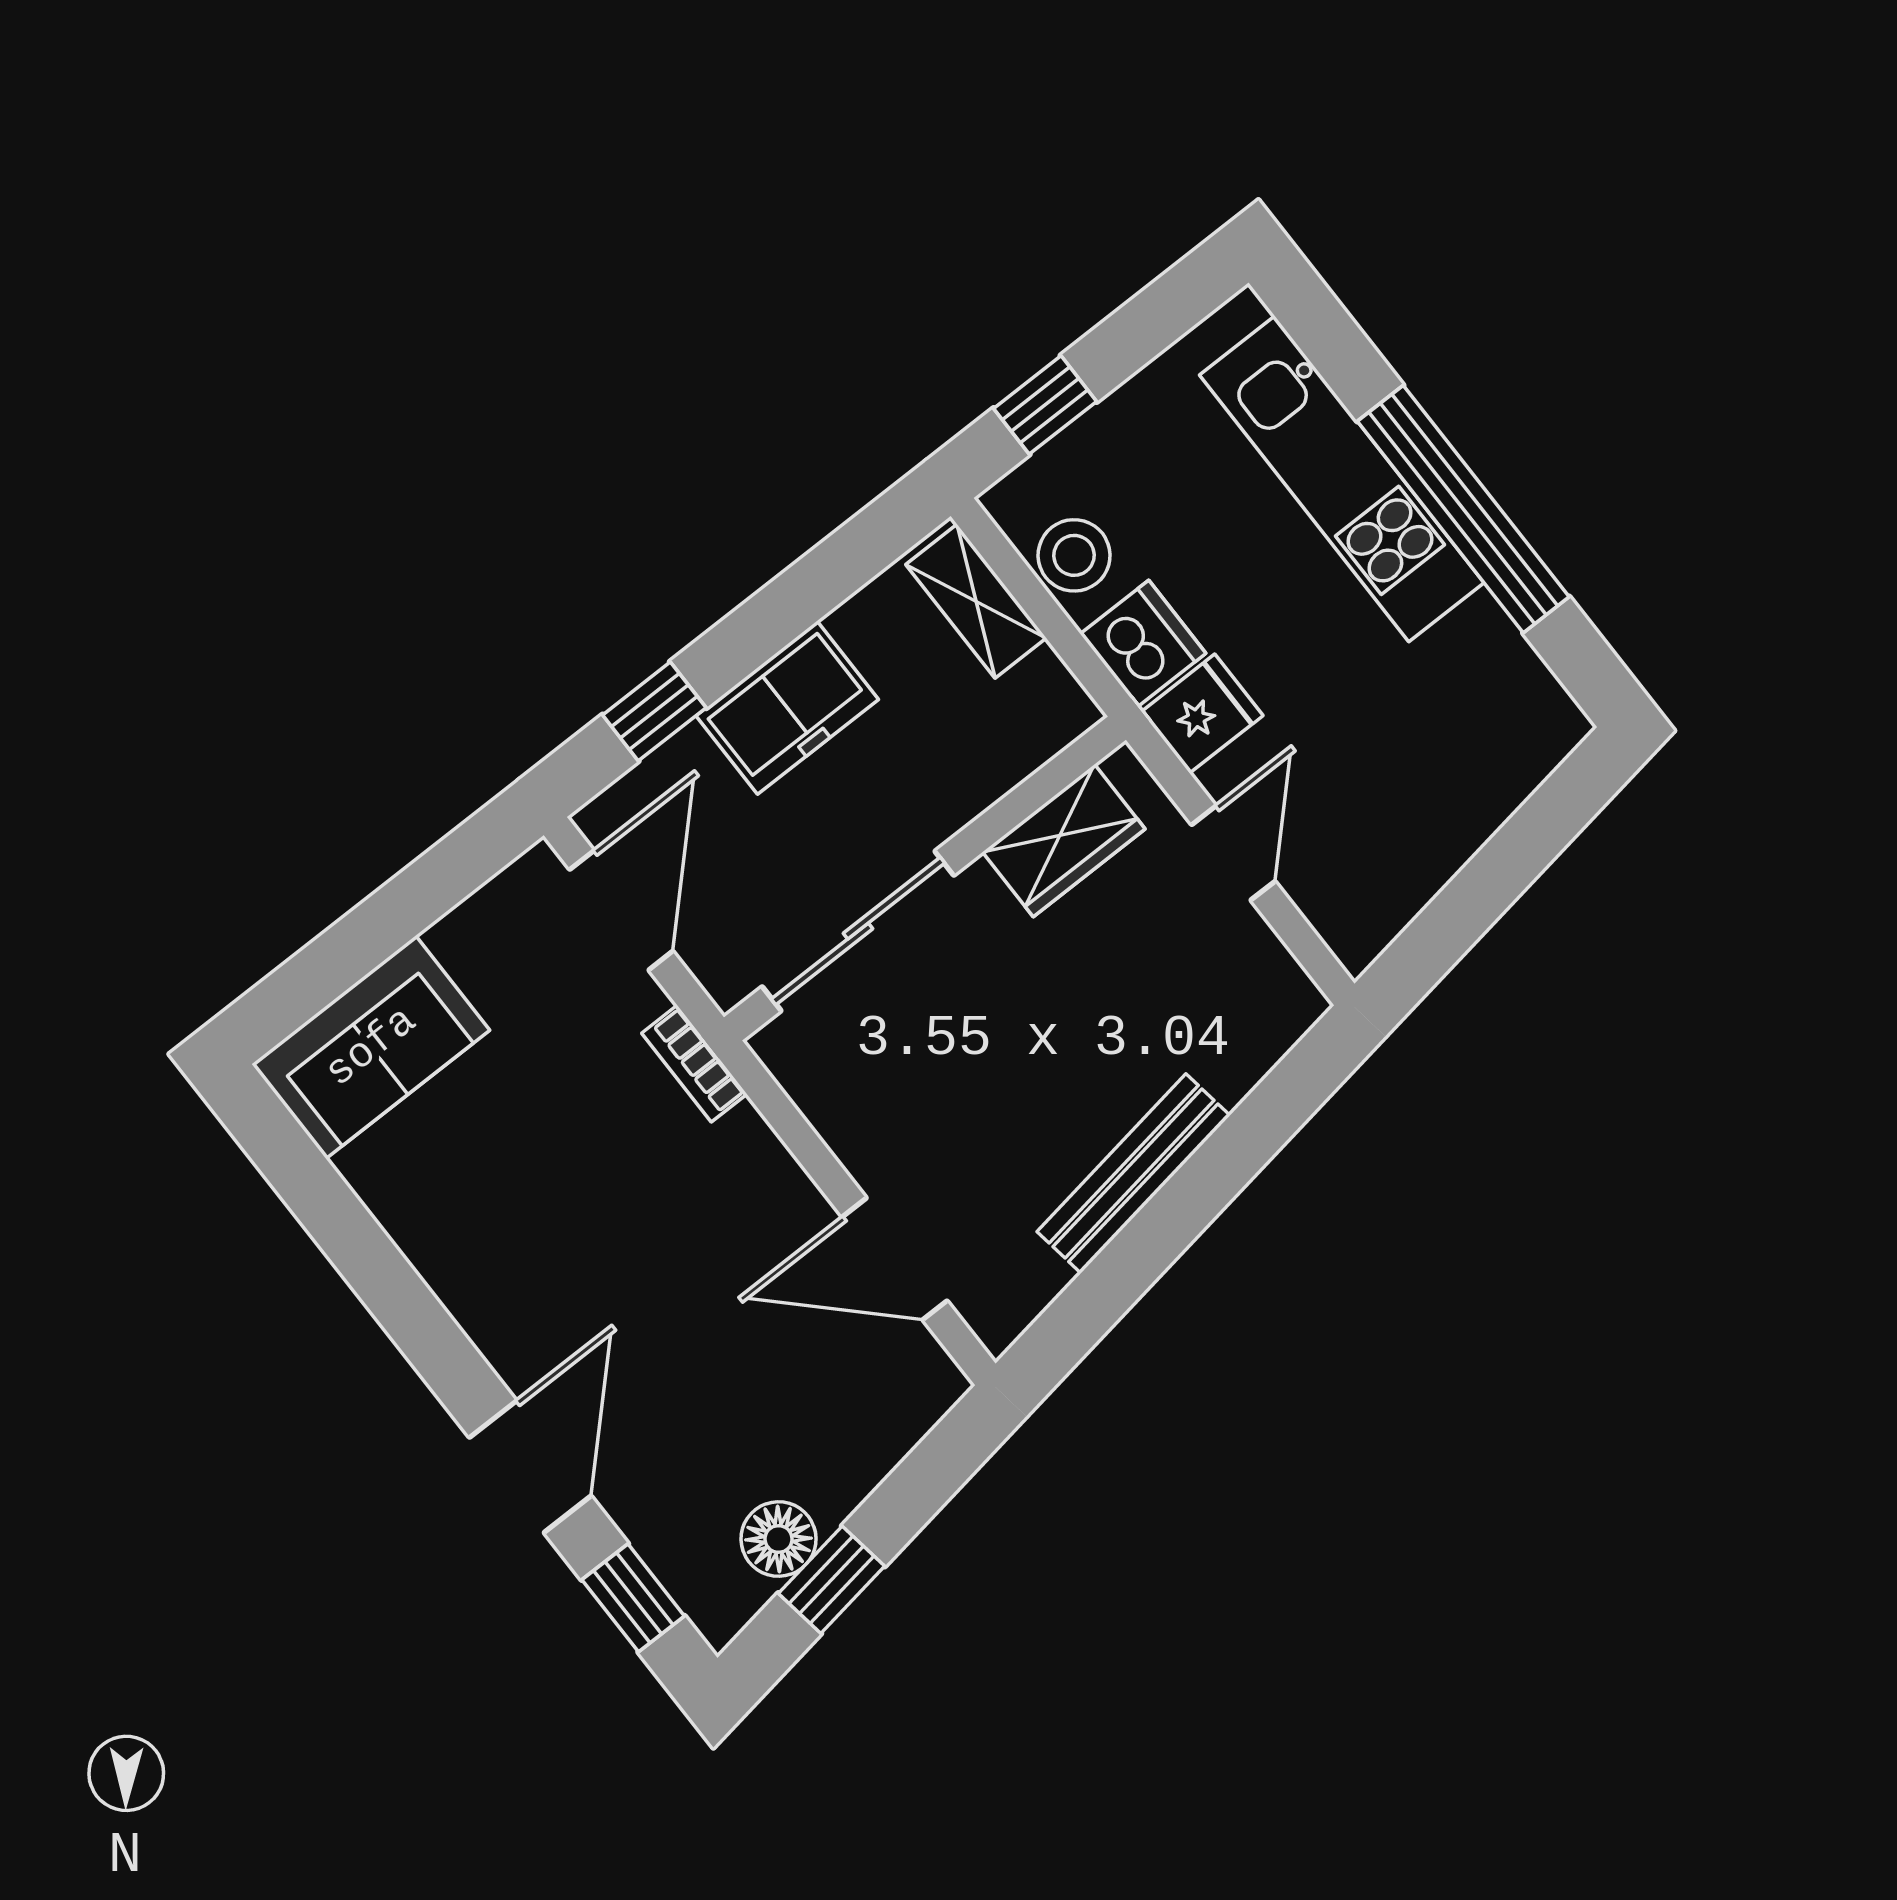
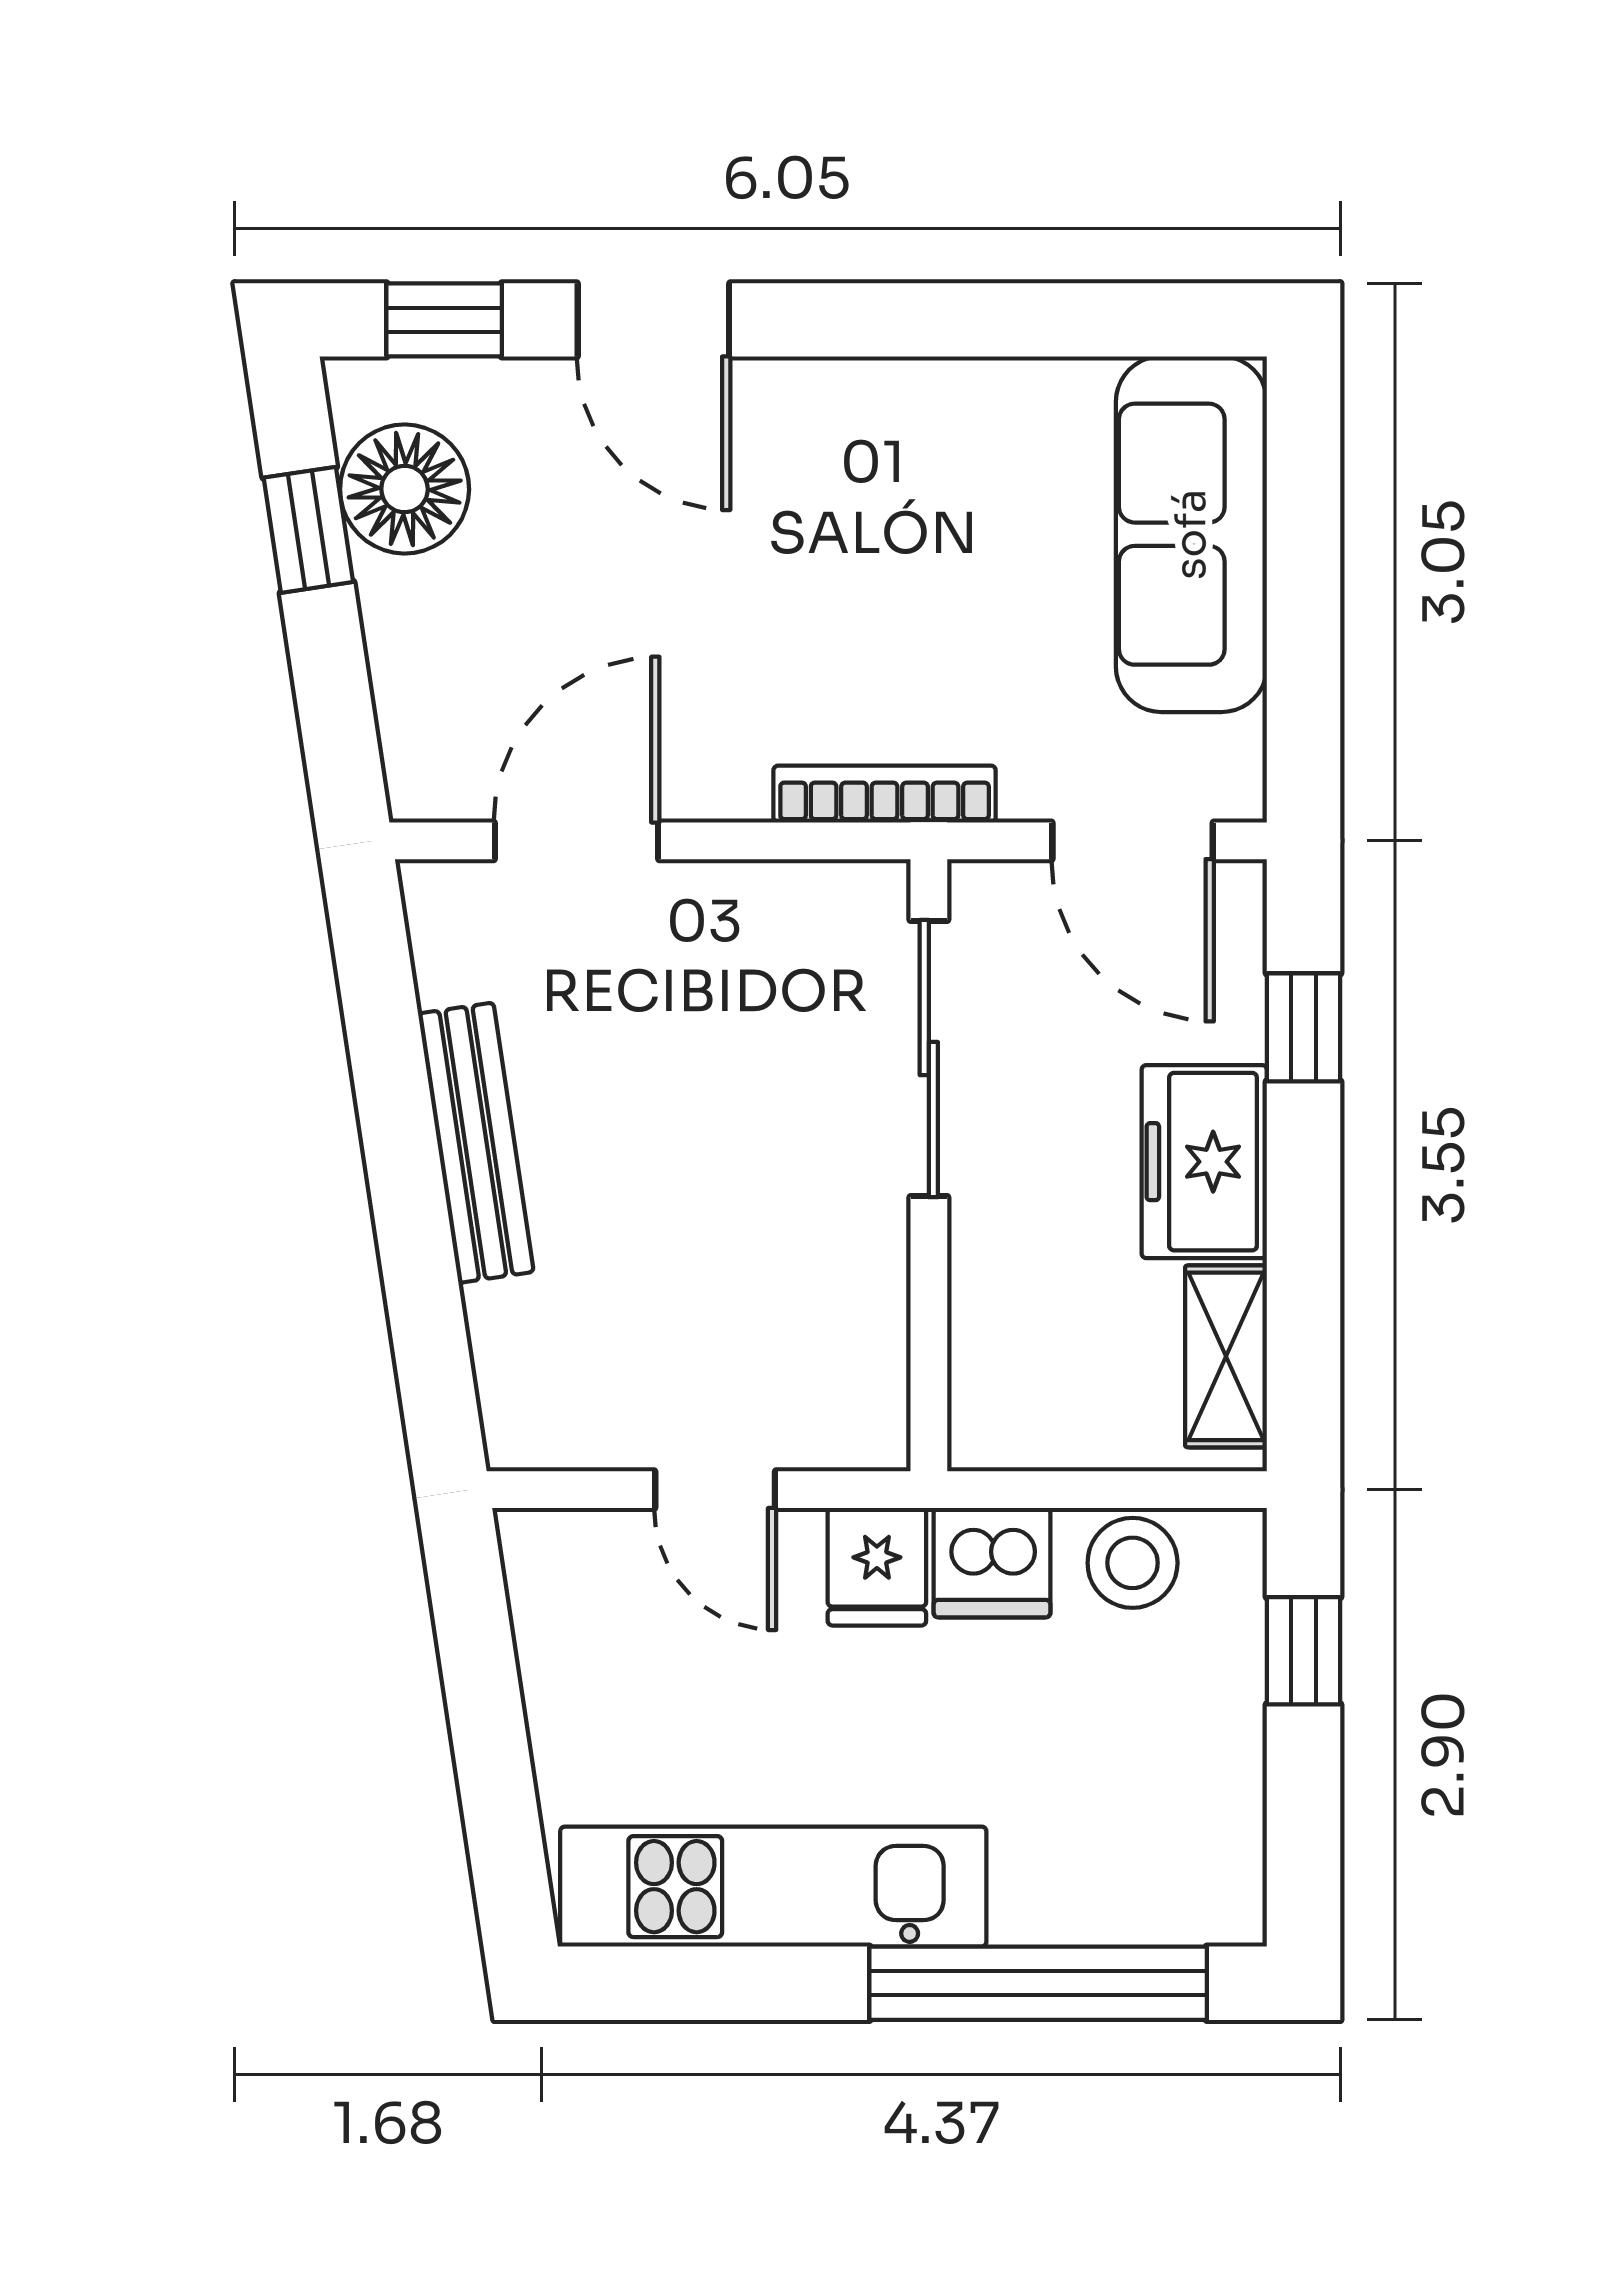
kitchen unit: (1342, 479) -> (773, 1887), moved
window: (1463, 509) -> (1038, 1983), moved
shelving: (976, 601) -> (1226, 1356), moved, turned 90
wardrobe: (1064, 841) -> (859, 1332), removed
sofa: (371, 1047) -> (1191, 534), width x1.36
bookcase: (694, 1064) -> (885, 794), width x1.56
floor lamp: (779, 1539) -> (405, 489), width x1.38, depth x1.38

